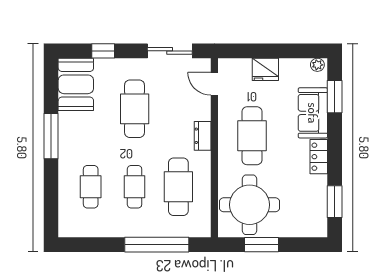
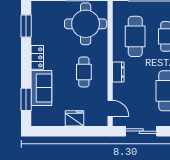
plant: (317, 65) -> (38, 122), removed
cafe table: (252, 136) -> (84, 72), width x0.73, depth x0.74

